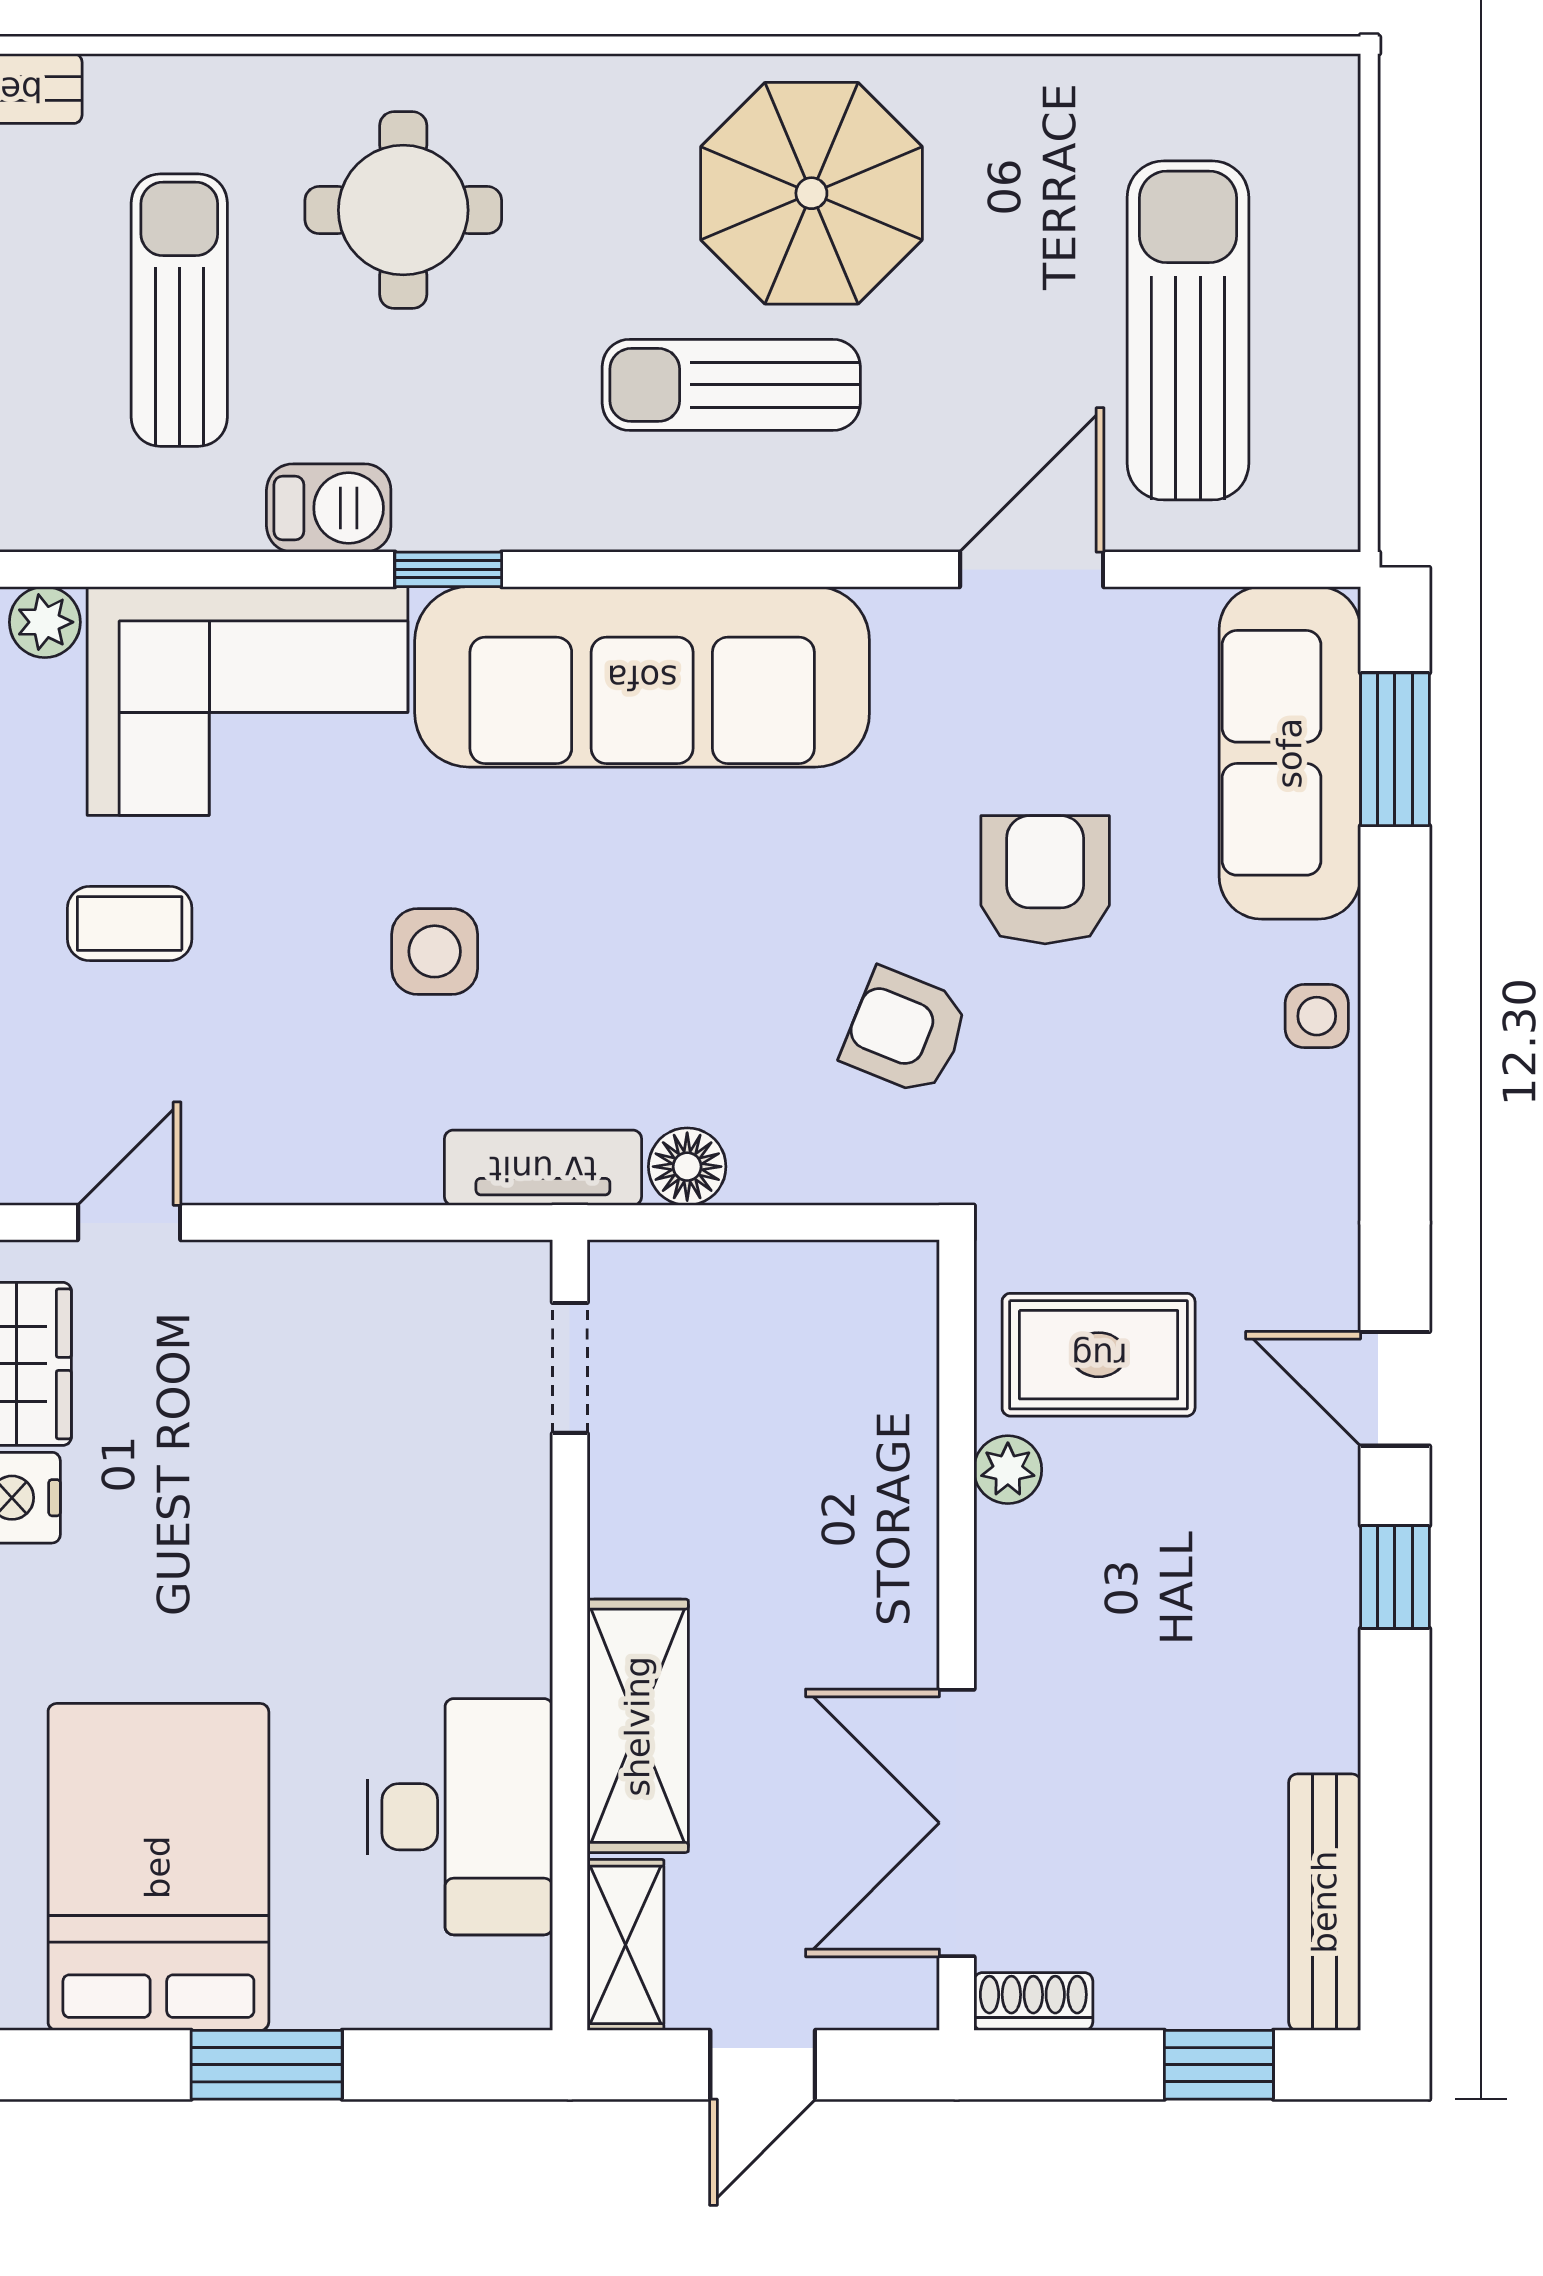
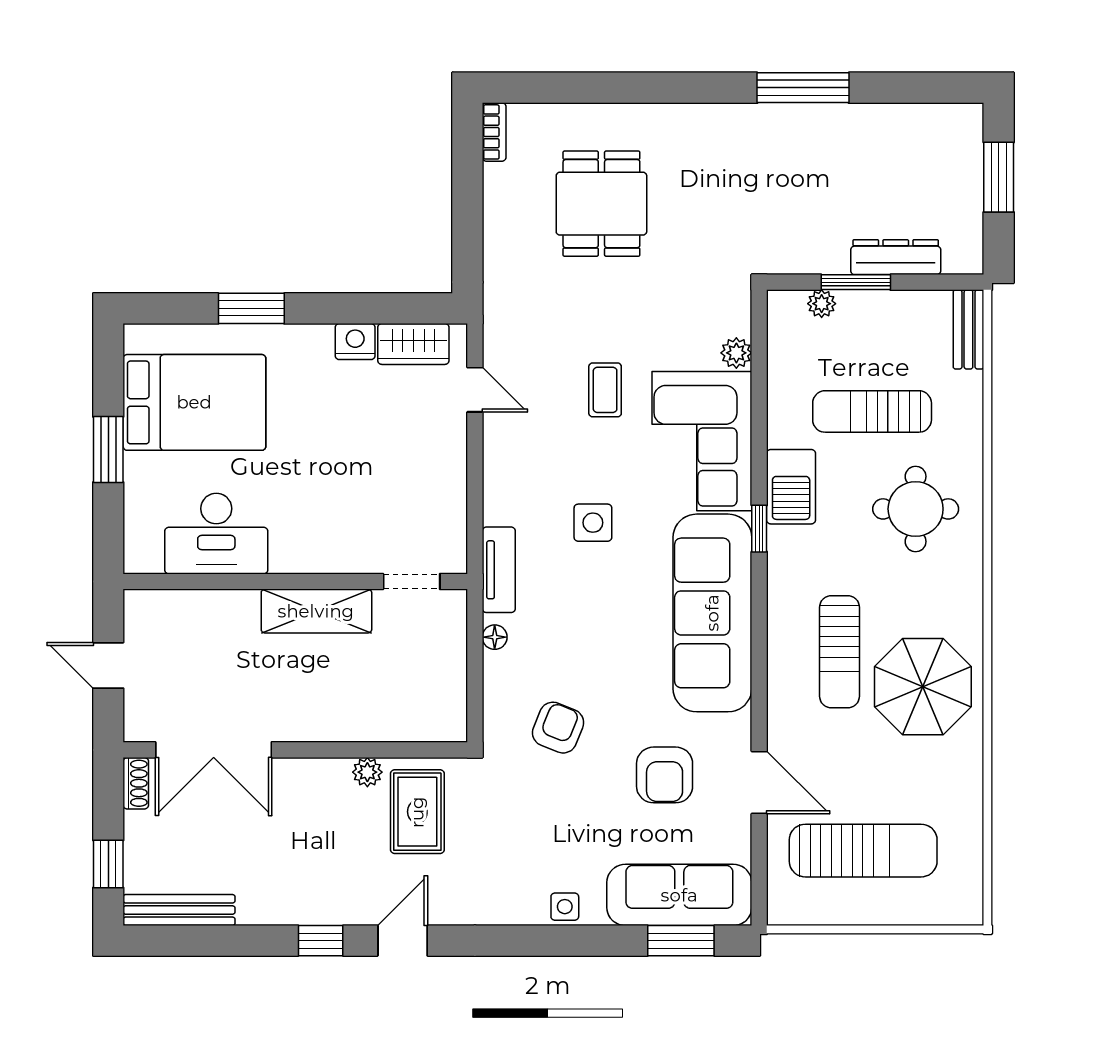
sun lounger: (179, 310) -> (872, 411), turned 180
sun lounger: (731, 385) -> (840, 652), turned 180
barbecue: (329, 508) -> (791, 487), width x1.38, depth x1.27
armchair: (1045, 880) -> (665, 775), moved, turned 90
floor lamp: (687, 1167) -> (495, 637), width x0.73, depth x0.73
shelving: (638, 1726) -> (316, 611), moved
double door: (957, 1823) -> (214, 750), swing flipped
shelving: (626, 1945) -> (160, 606), removed

